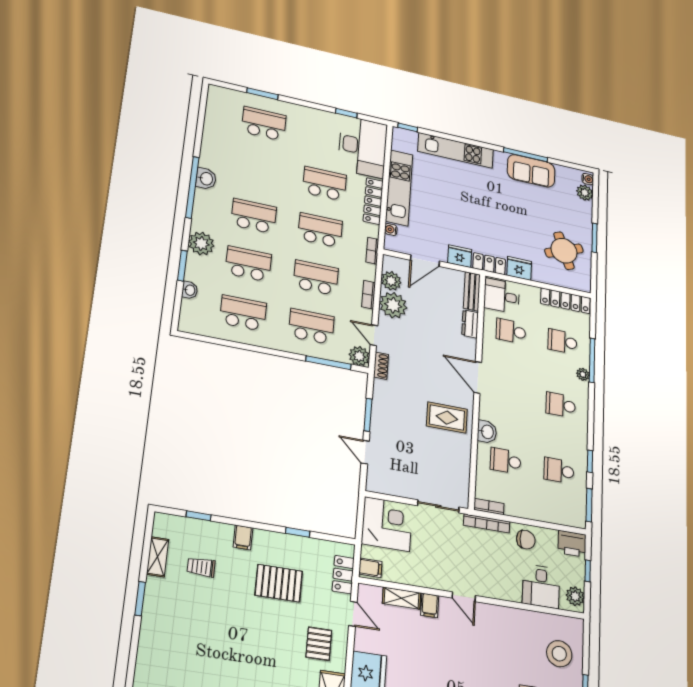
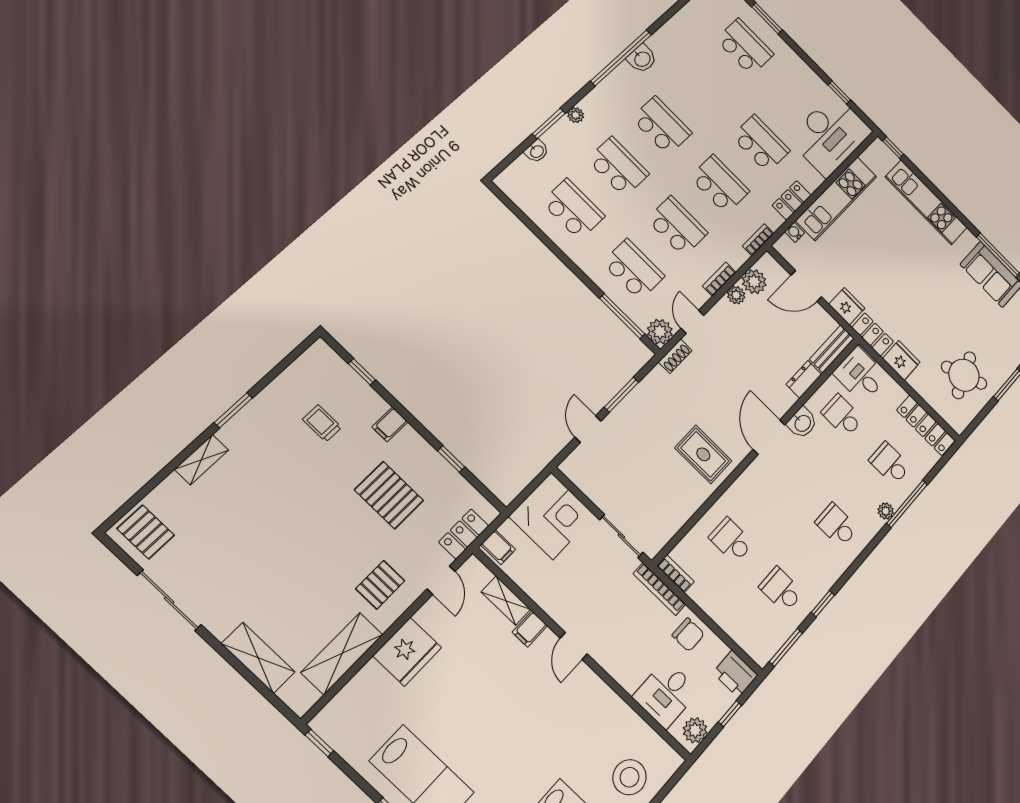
locker: (373, 201) -> (792, 200), width x0.66
plant: (201, 243) -> (576, 115), width x0.53, depth x0.53
plant: (393, 305) -> (736, 295), width x0.53, depth x0.53
washbasin: (487, 432) -> (802, 423), moved
shelving: (158, 557) -> (201, 460), moved

